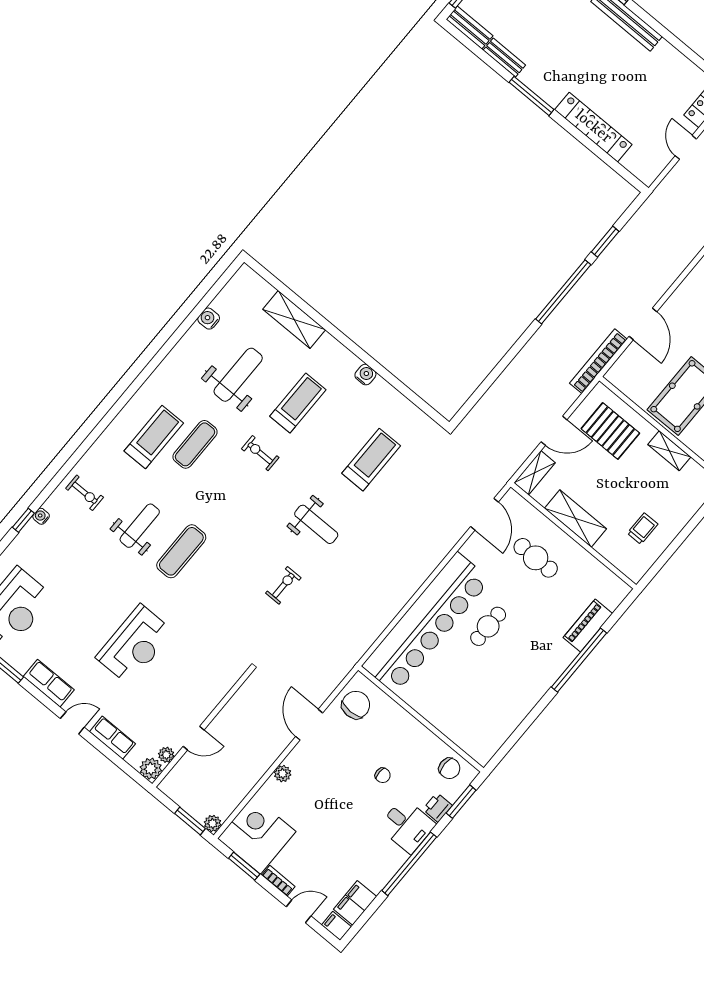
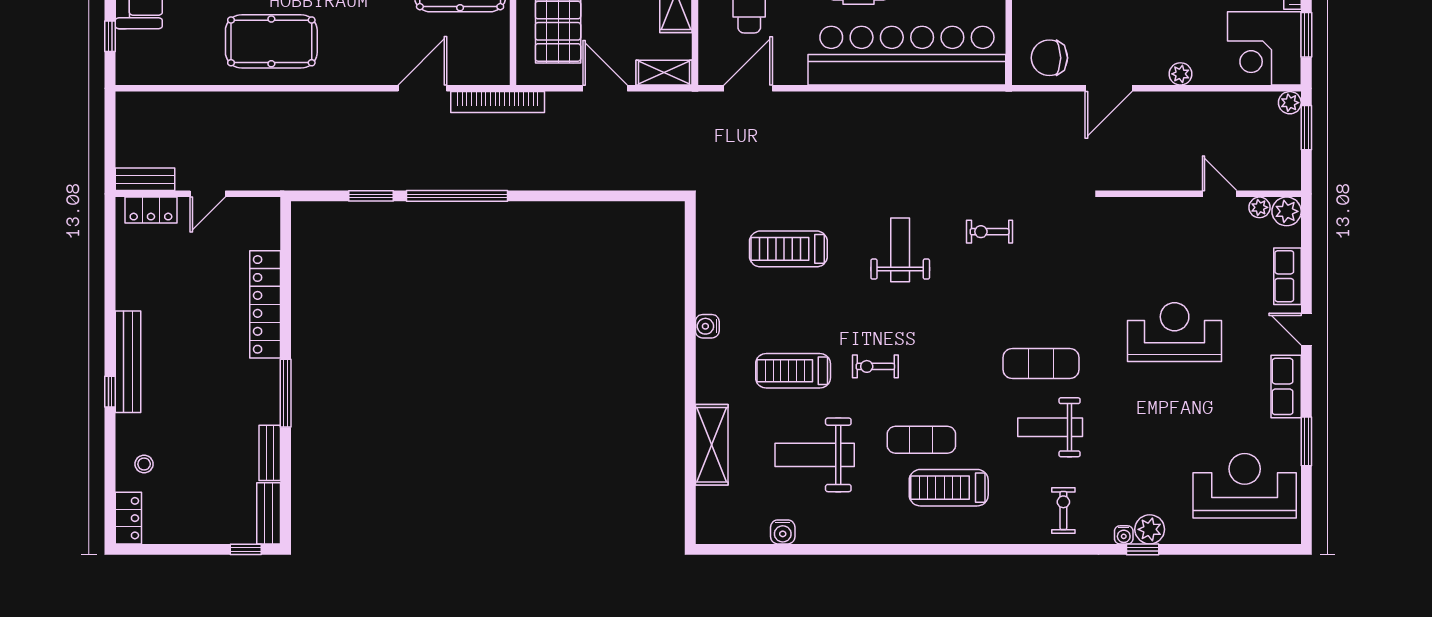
exercise bike: (260, 453) -> (875, 366), turned 90
plant: (32, 534) -> (1150, 529), added

